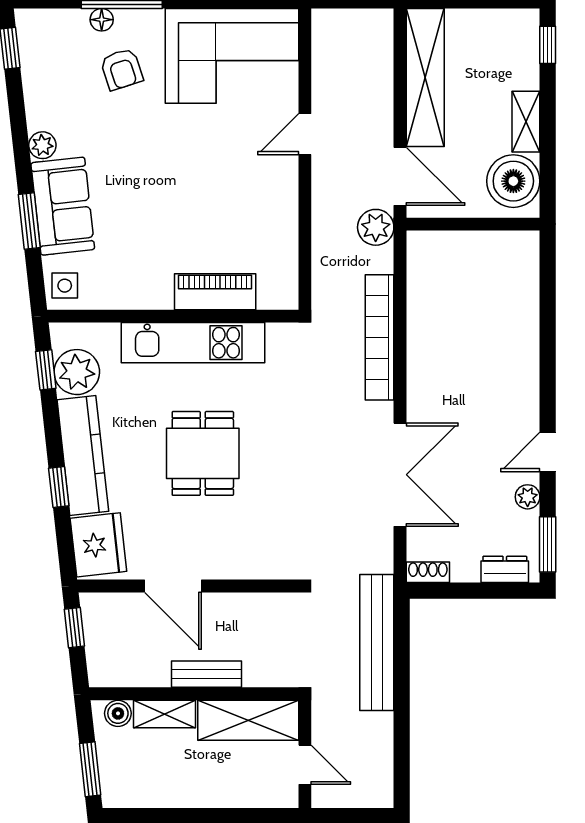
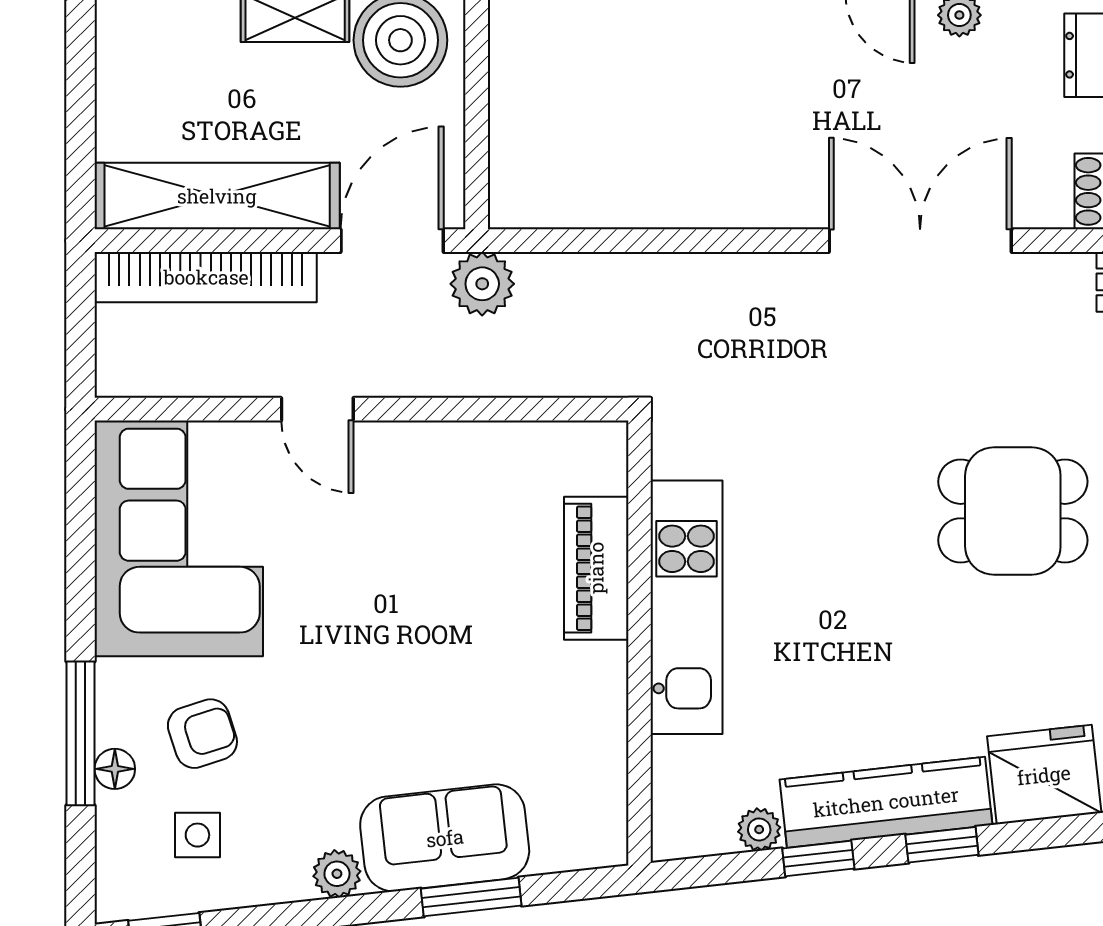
side table: (65, 286) -> (197, 835), moved
bookcase: (380, 337) -> (206, 277), moved
window: (46, 370) -> (818, 859), moved
plant: (77, 372) -> (759, 829), width x0.53, depth x0.53
dining table: (203, 453) -> (1013, 511), moved

